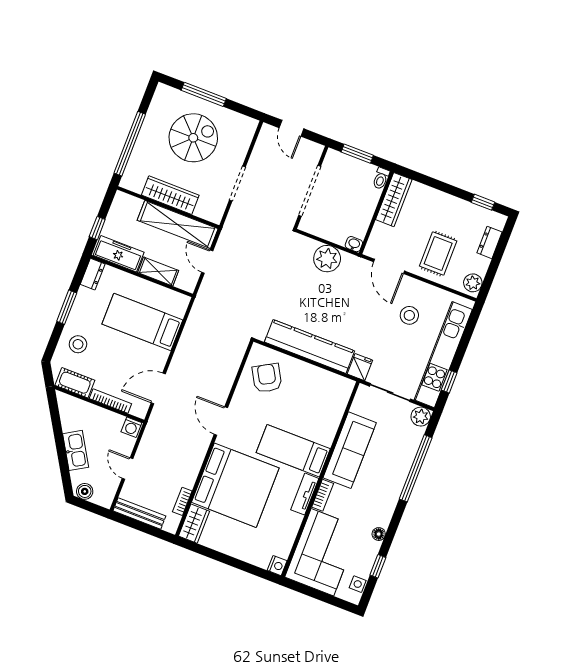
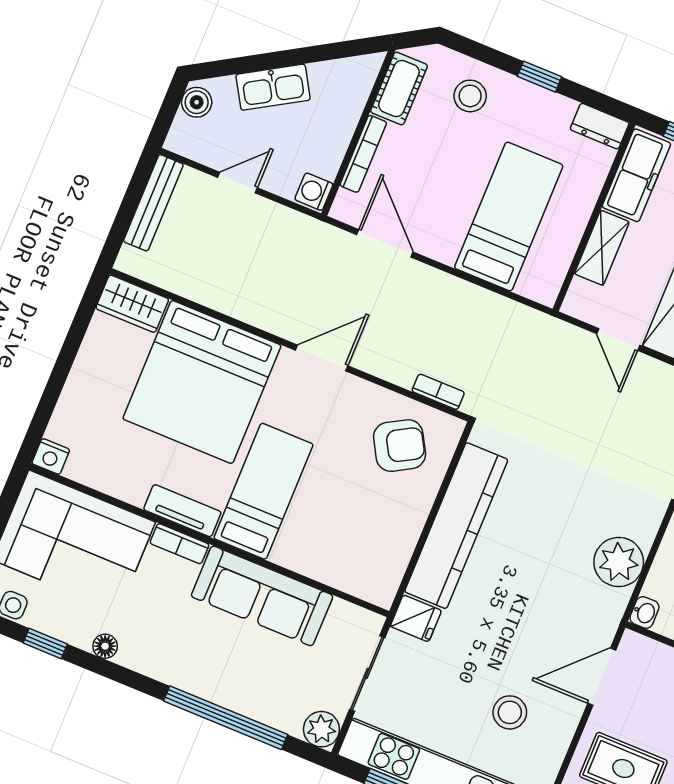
door: (207, 262) -> (618, 339), swing flipped
window: (67, 307) -> (540, 77), width x0.67
bookcase: (182, 501) -> (438, 392), moved

